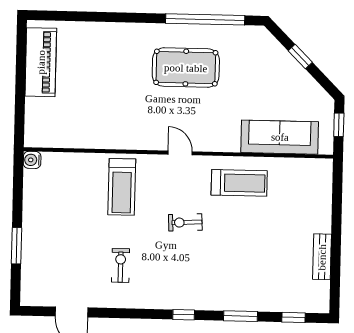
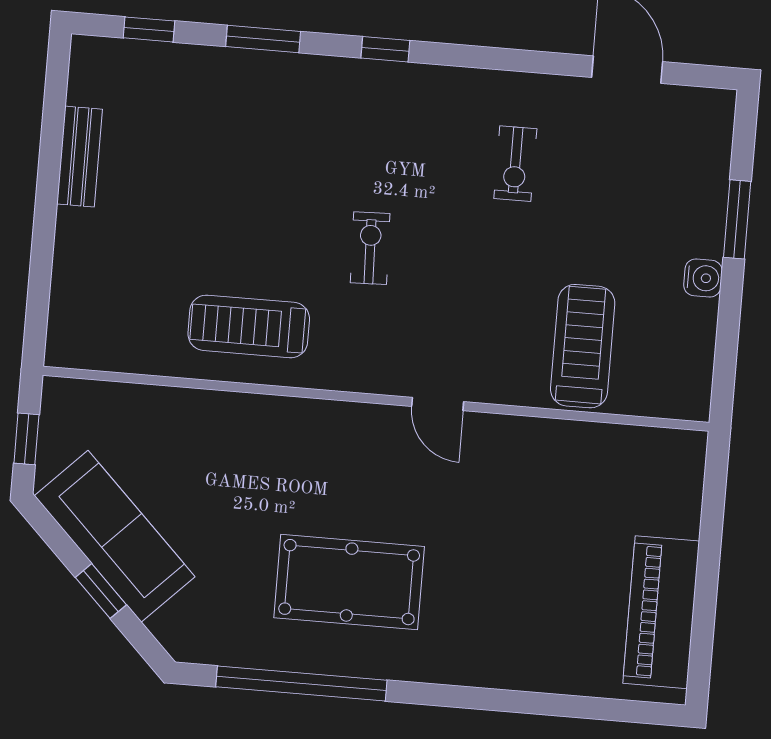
sofa: (280, 137) -> (115, 536), moved, turned -135
door: (180, 153) -> (438, 404), moved
water cooler: (32, 160) -> (703, 278), moved
treadmill: (122, 187) -> (583, 346), moved
exercise bike: (185, 222) -> (370, 248), turned -89

